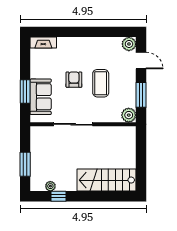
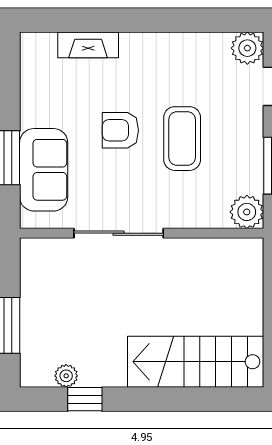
fireplace: (43, 43) -> (88, 45), moved
armchair: (74, 80) -> (120, 130), turned -90

